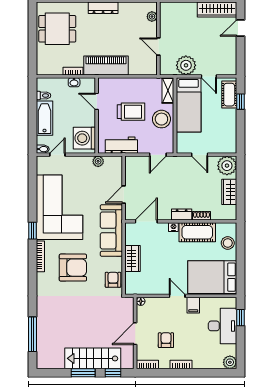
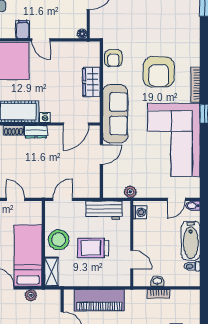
plant: (186, 65) -> (31, 295), width x0.53, depth x0.53
piano: (106, 66) -> (99, 300), moved
washing machine: (84, 138) -> (140, 212), width x0.53, depth x0.53
armchair: (73, 268) -> (159, 72), turned -90

